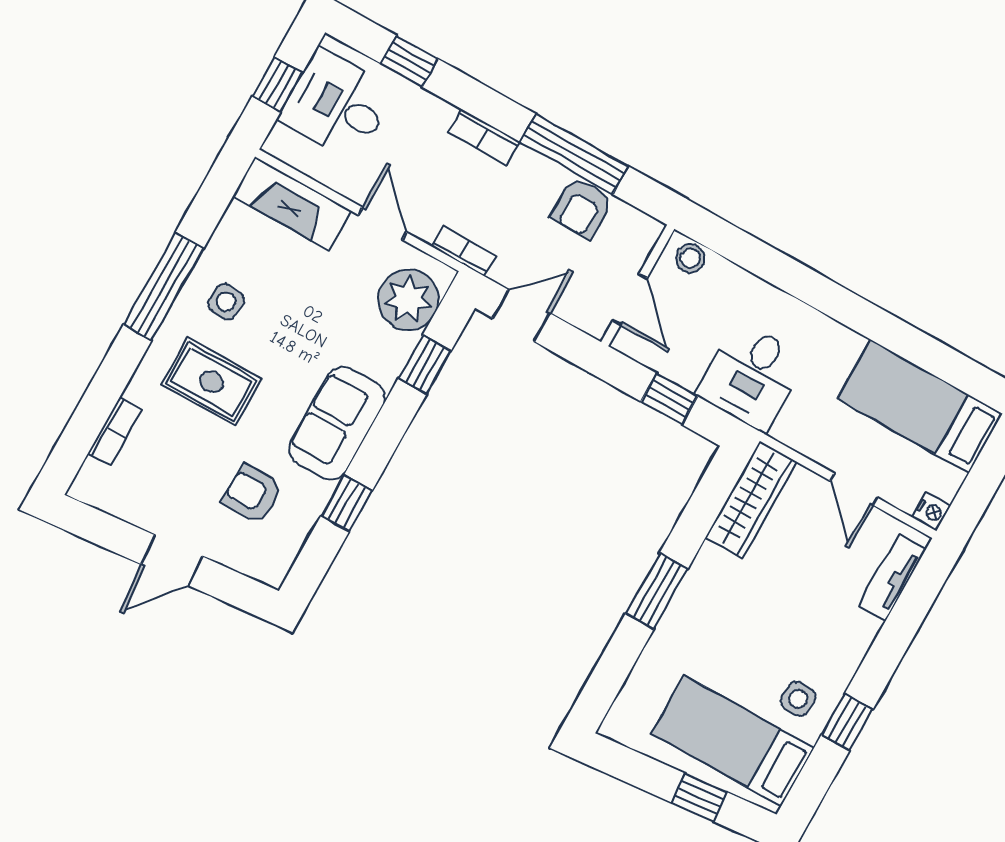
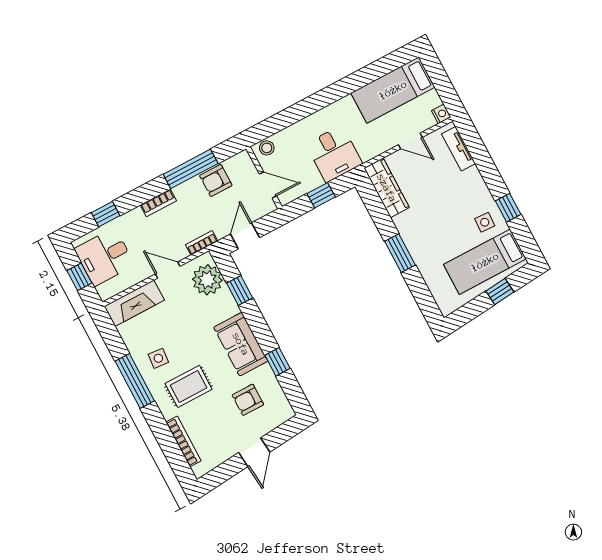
armchair: (582, 208) -> (216, 180), turned 90
bookcase: (115, 432) -> (183, 441), width x1.56

